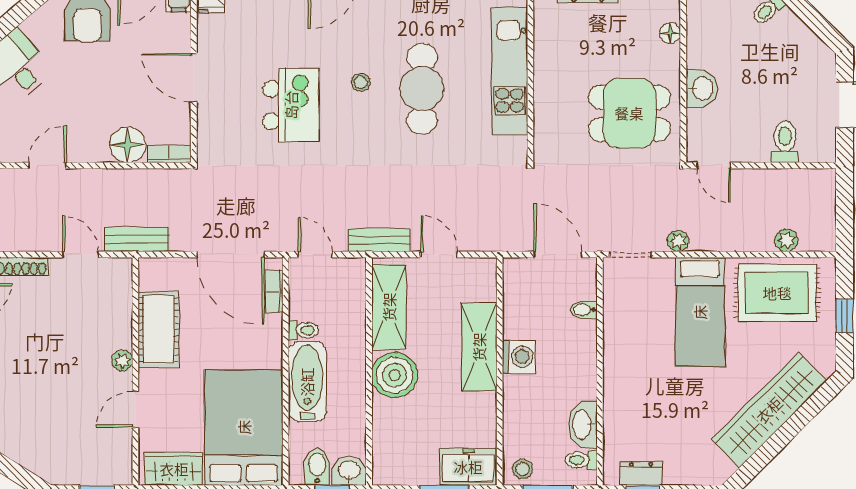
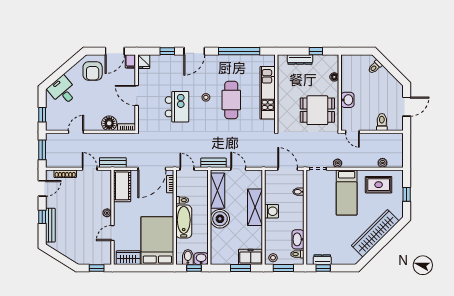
door: (231, 255) -> (152, 169), hinge flipped
rug: (777, 293) -> (379, 185), width x0.73, depth x0.70
cot: (159, 329) -> (122, 186), moved

